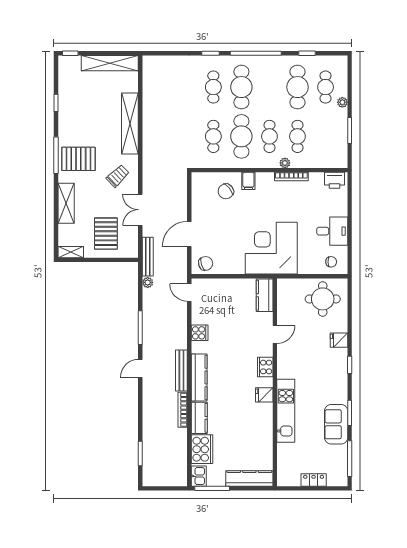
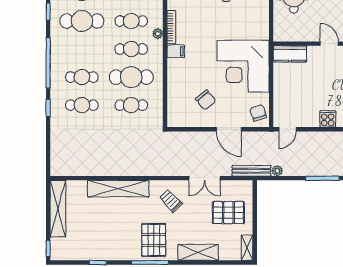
cafe table: (241, 87) -> (82, 77), width x0.73, depth x0.74
filing cabinet: (248, 181) -> (176, 51), moved
chair: (226, 191) -> (206, 100), moved
corner desk: (271, 248) -> (243, 66), moved

